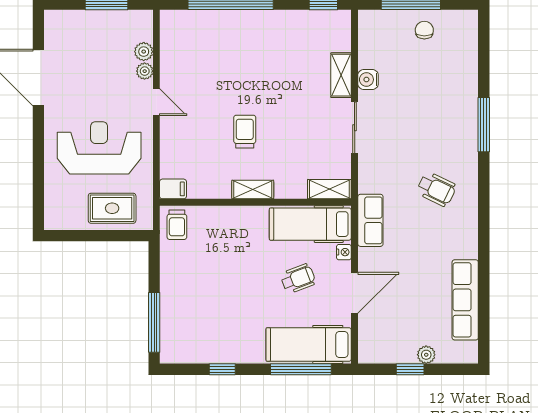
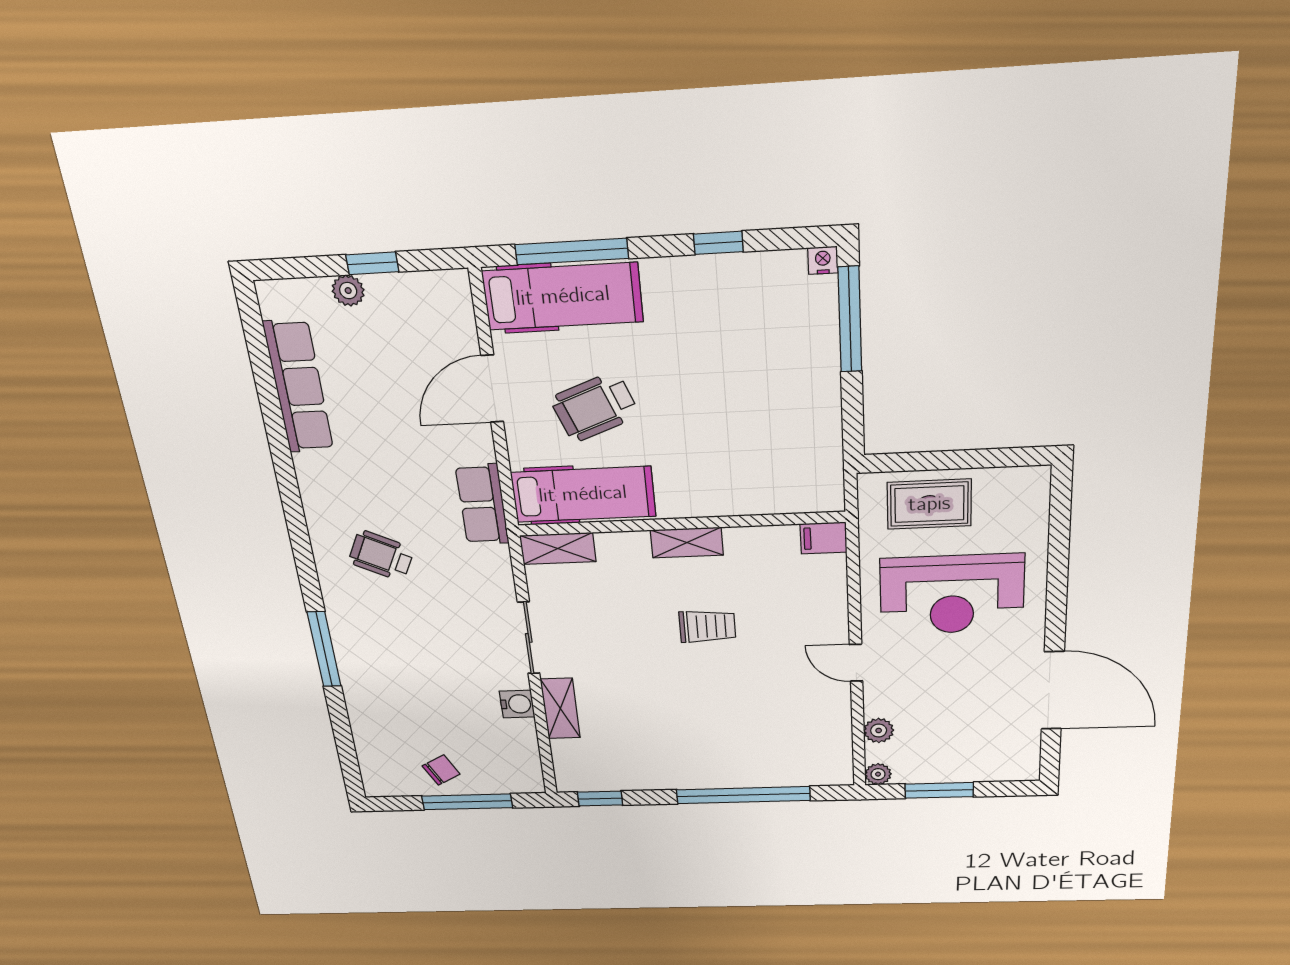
chair: (424, 30) -> (441, 770), turned -118
plant: (145, 71) -> (878, 774), moved
trolley: (245, 132) -> (707, 626), turned -90
trolley: (177, 225) -> (814, 483), removed
nightstand: (344, 252) -> (823, 260), moved, turned 90
wheelchair: (298, 279) -> (595, 407), width x1.36, depth x1.37

